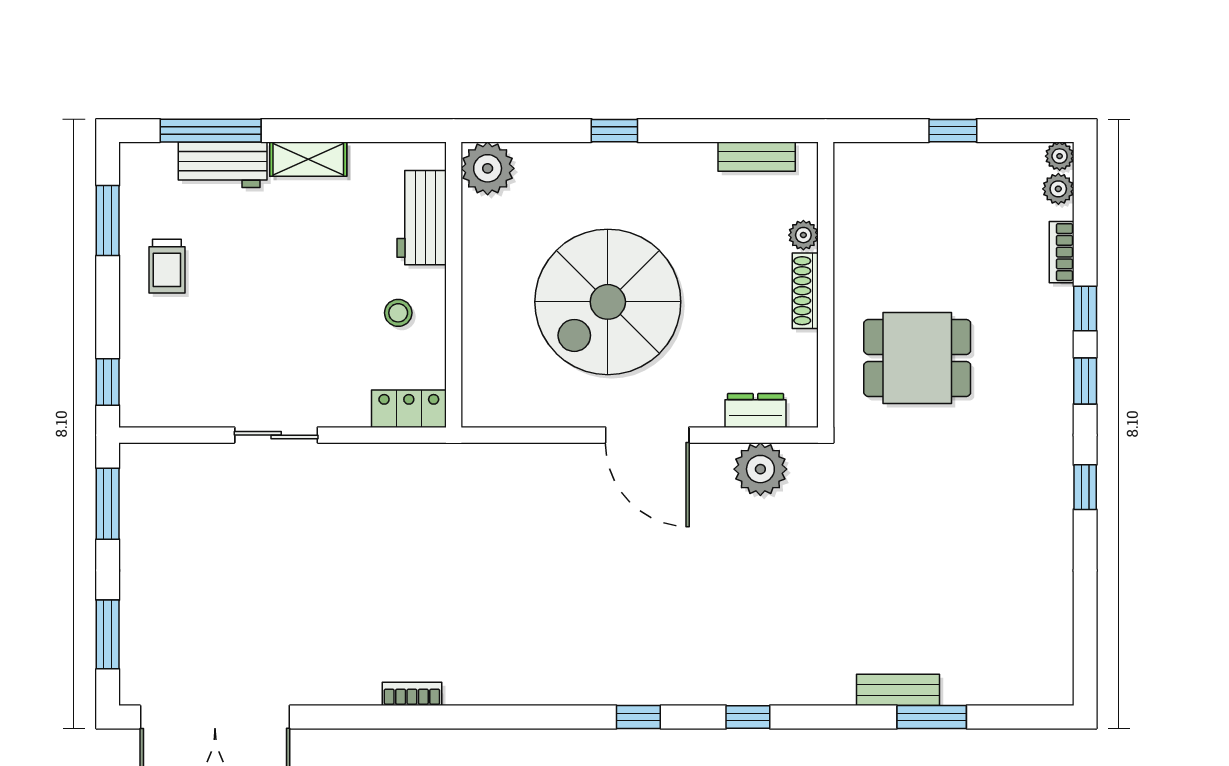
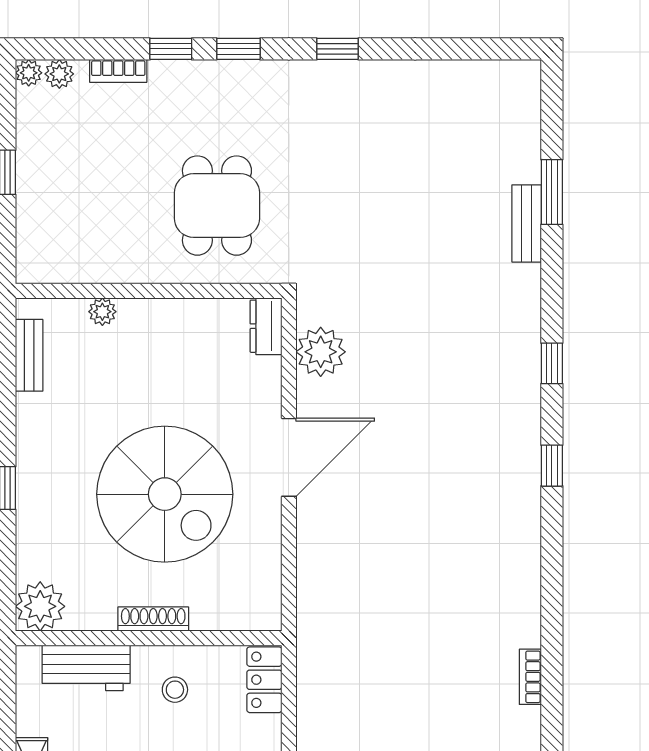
shoe rack: (805, 291) -> (153, 619), moved, turned 180
dresser: (755, 410) -> (266, 326), moved

